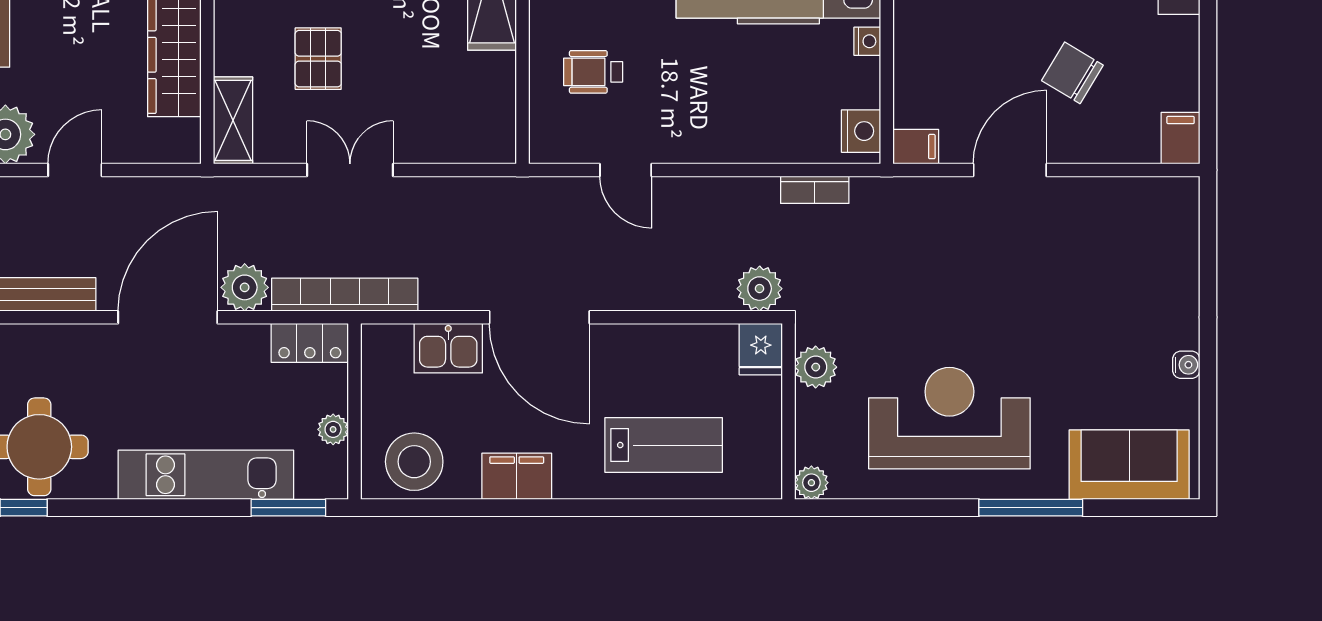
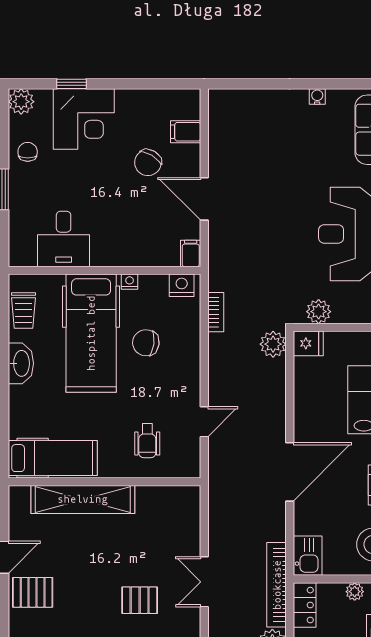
chair: (762, 69) -> (146, 343), added
filing cabinet: (1181, 138) -> (186, 132), moved
kitchen sink: (448, 348) -> (308, 556), moved

